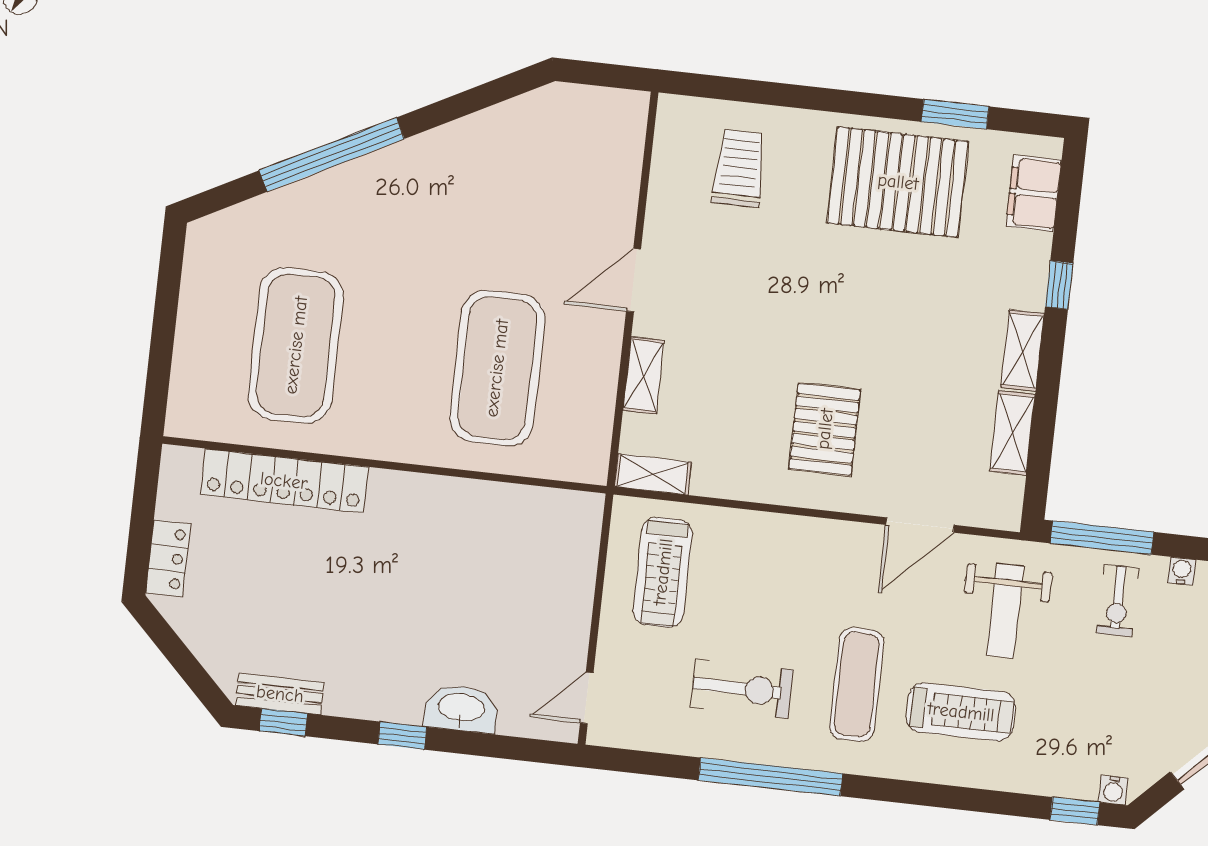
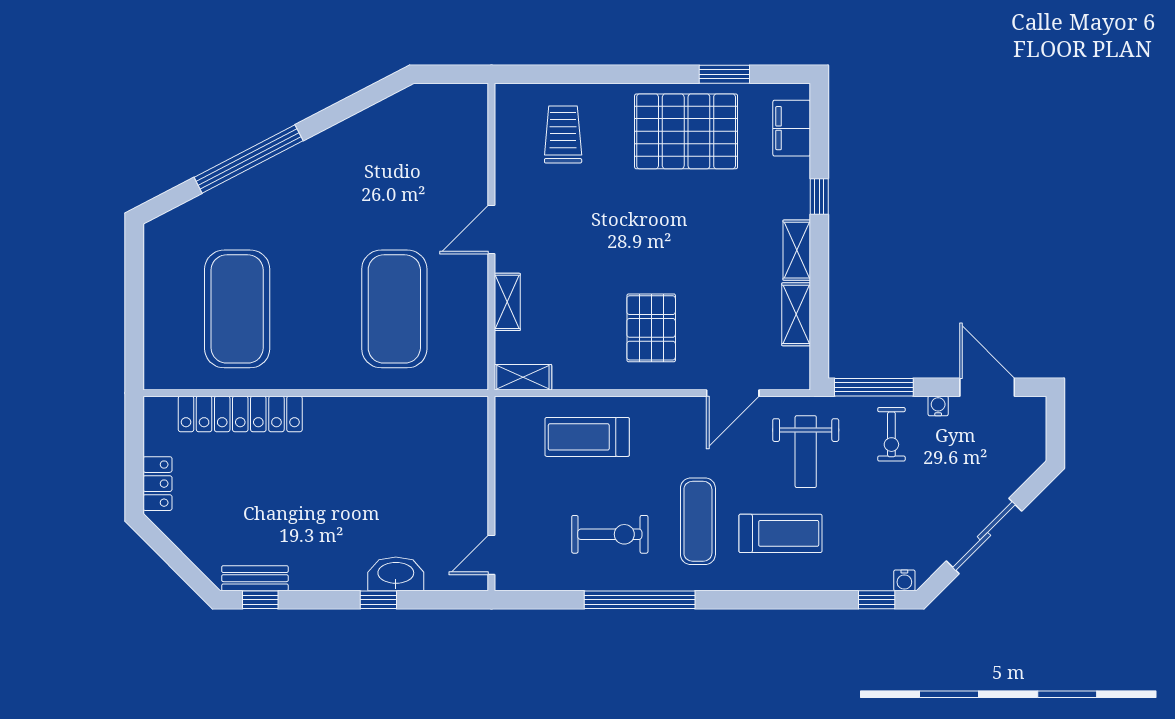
treadmill: (663, 572) -> (587, 437), moved, turned 90
window: (402, 736) -> (378, 600), moved

